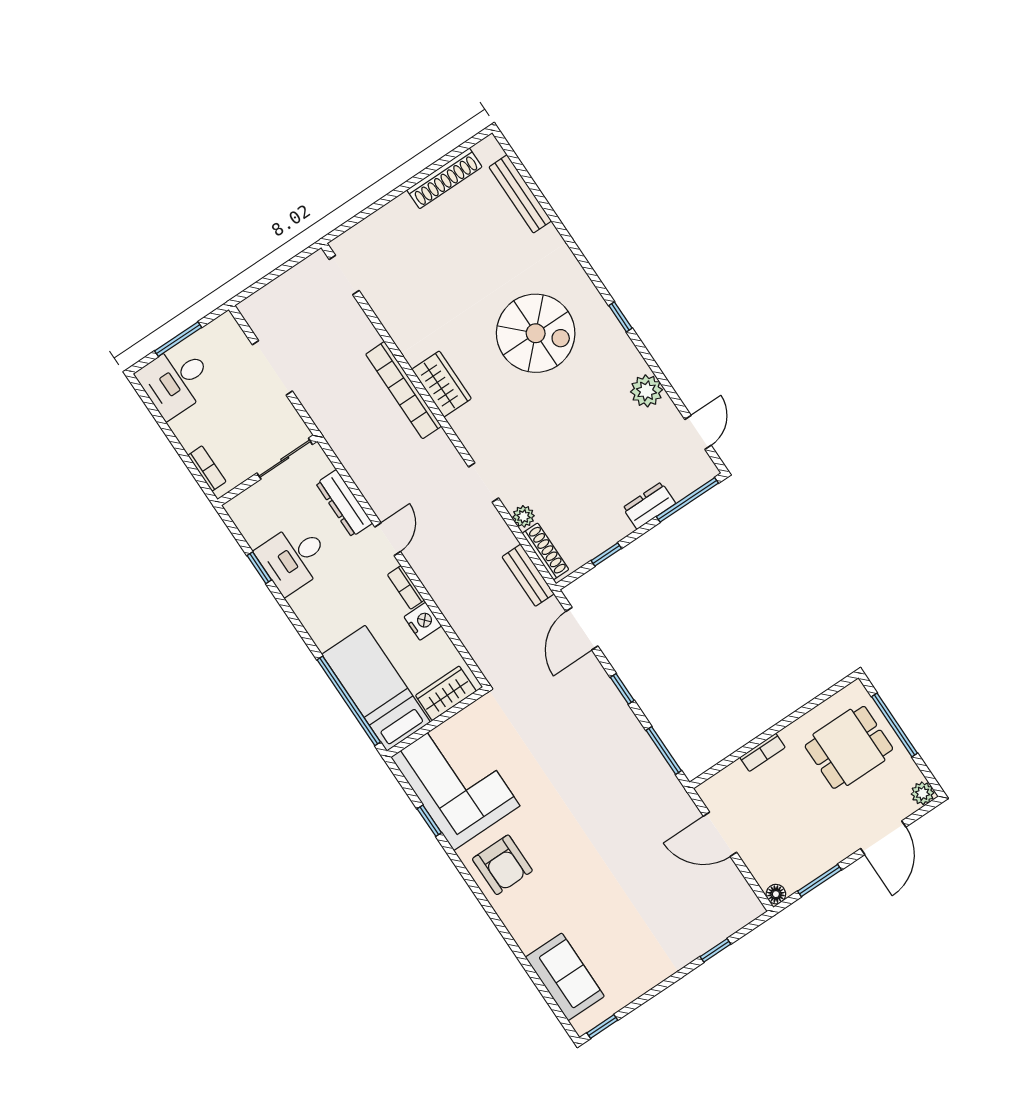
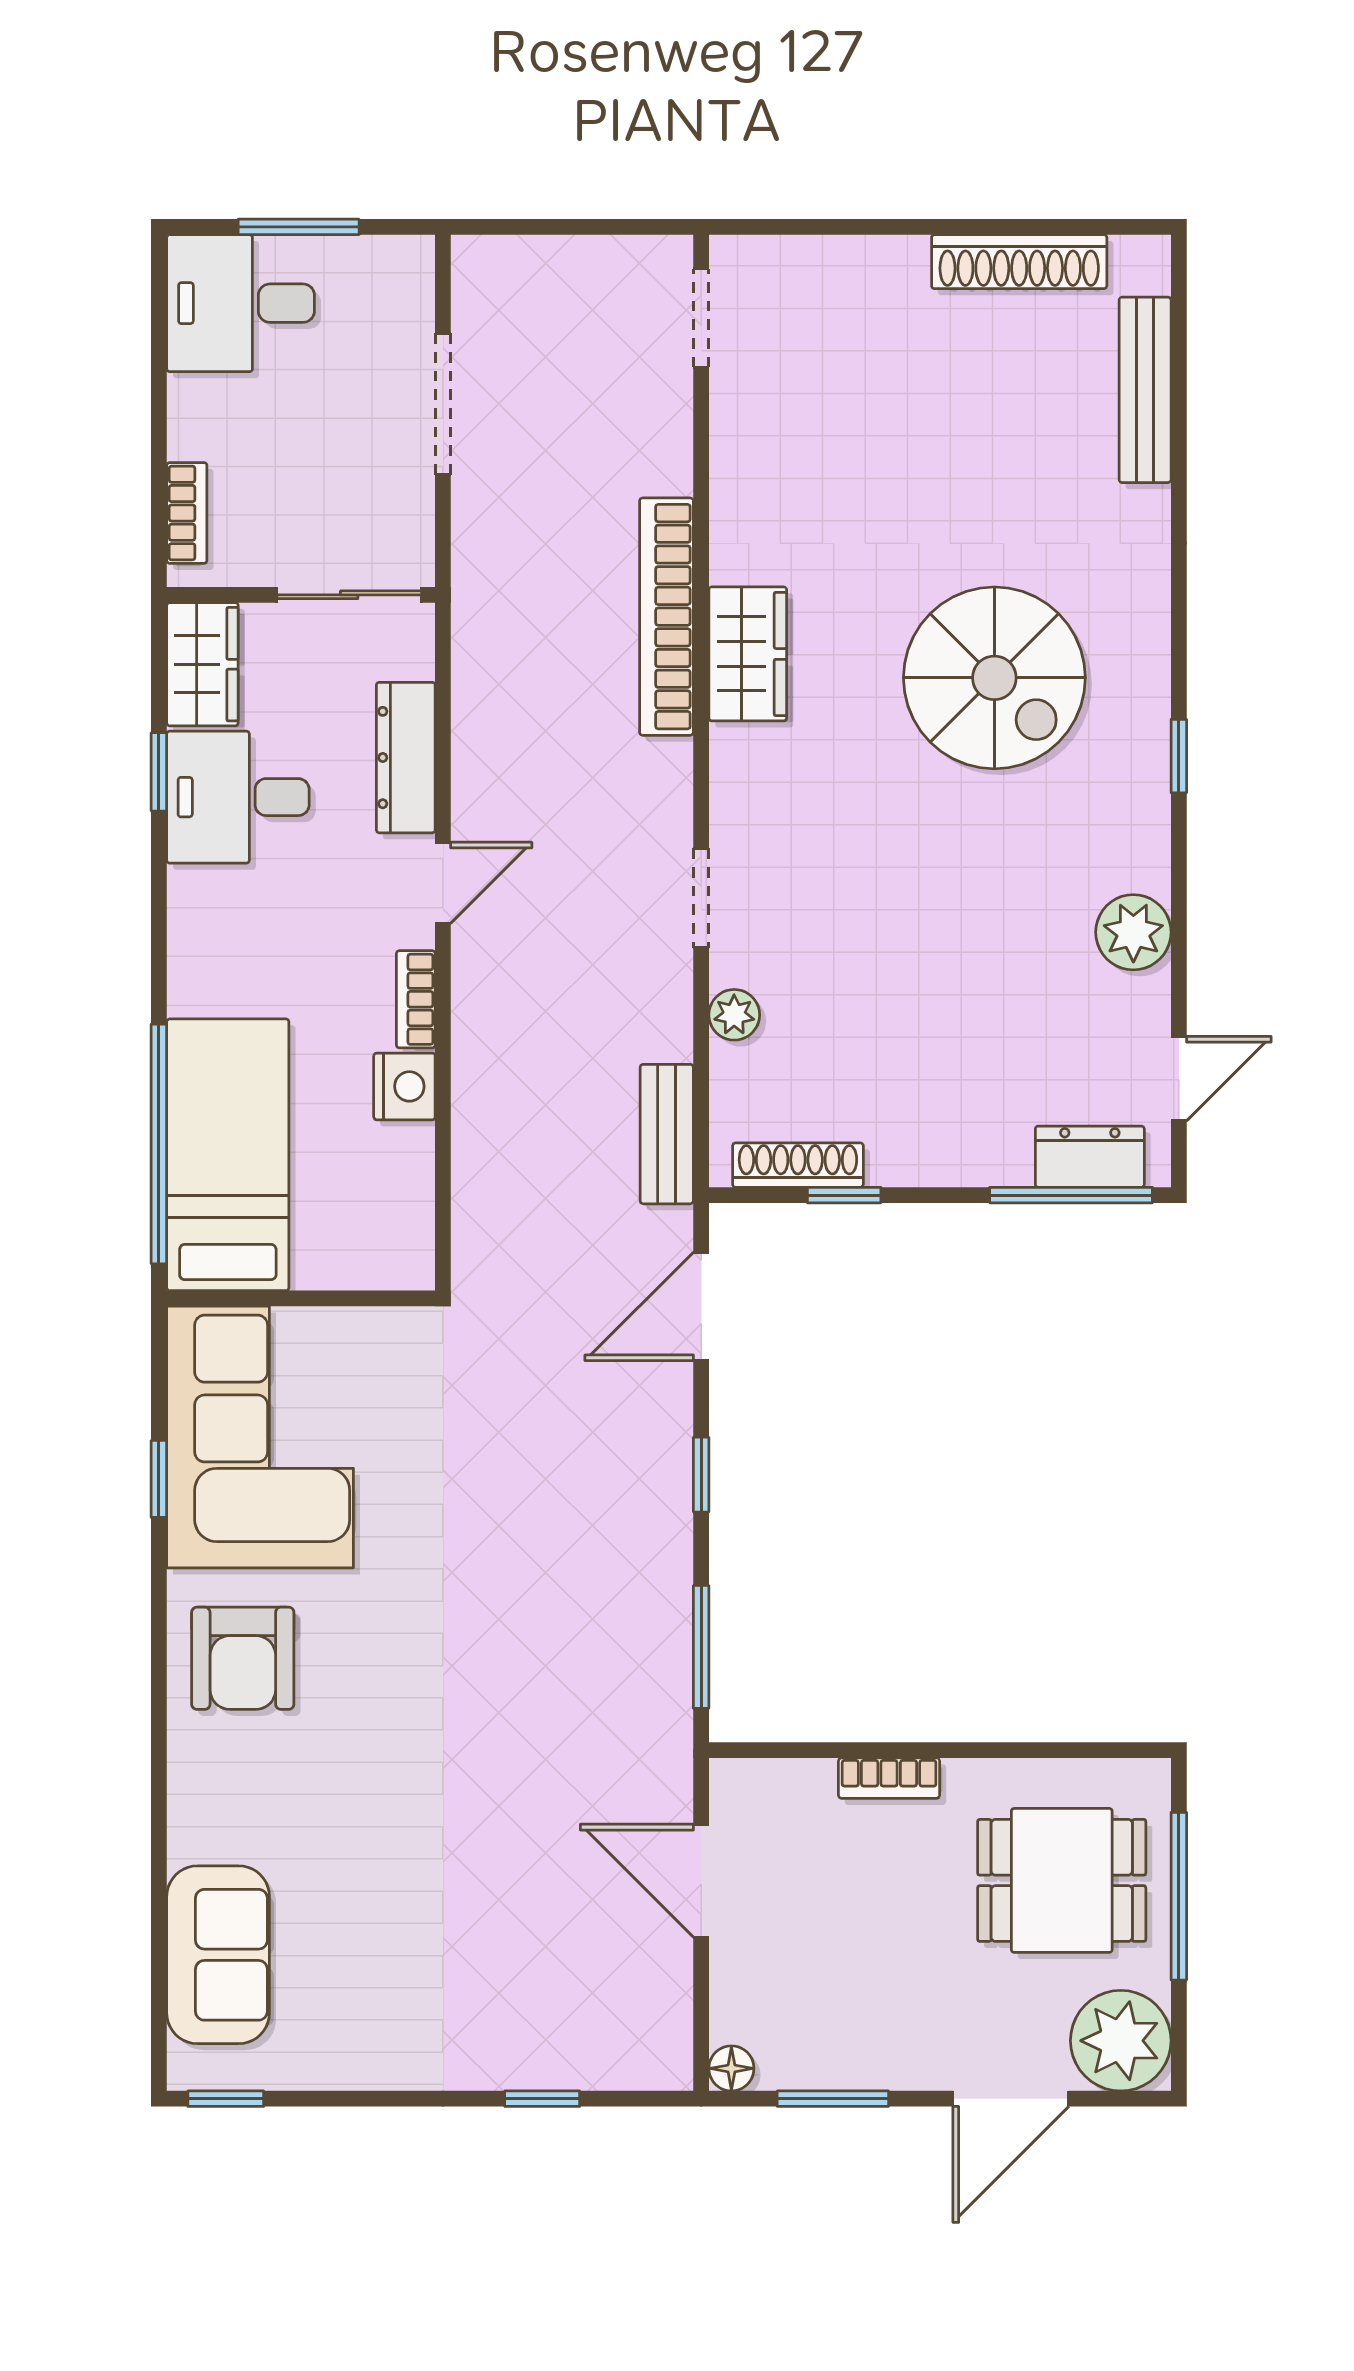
dresser: (649, 506) -> (1090, 1157), moved
shoe rack: (545, 551) -> (798, 1165), moved, turned -90
wardrobe: (446, 693) -> (202, 664), moved, turned 90
plant: (923, 793) -> (1121, 2041), width x1.87, depth x1.87

